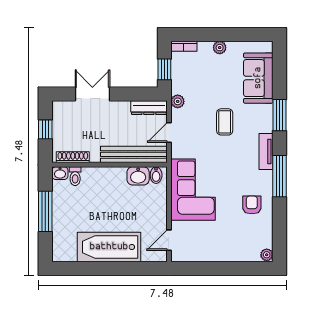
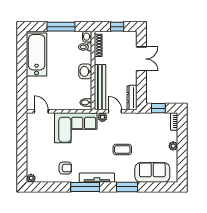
plant: (178, 101) -> (102, 117), moved
tv unit: (266, 152) -> (97, 178), width x1.41
washbasin: (138, 176) -> (85, 71), moved
bathtub: (109, 247) -> (37, 54), moved

